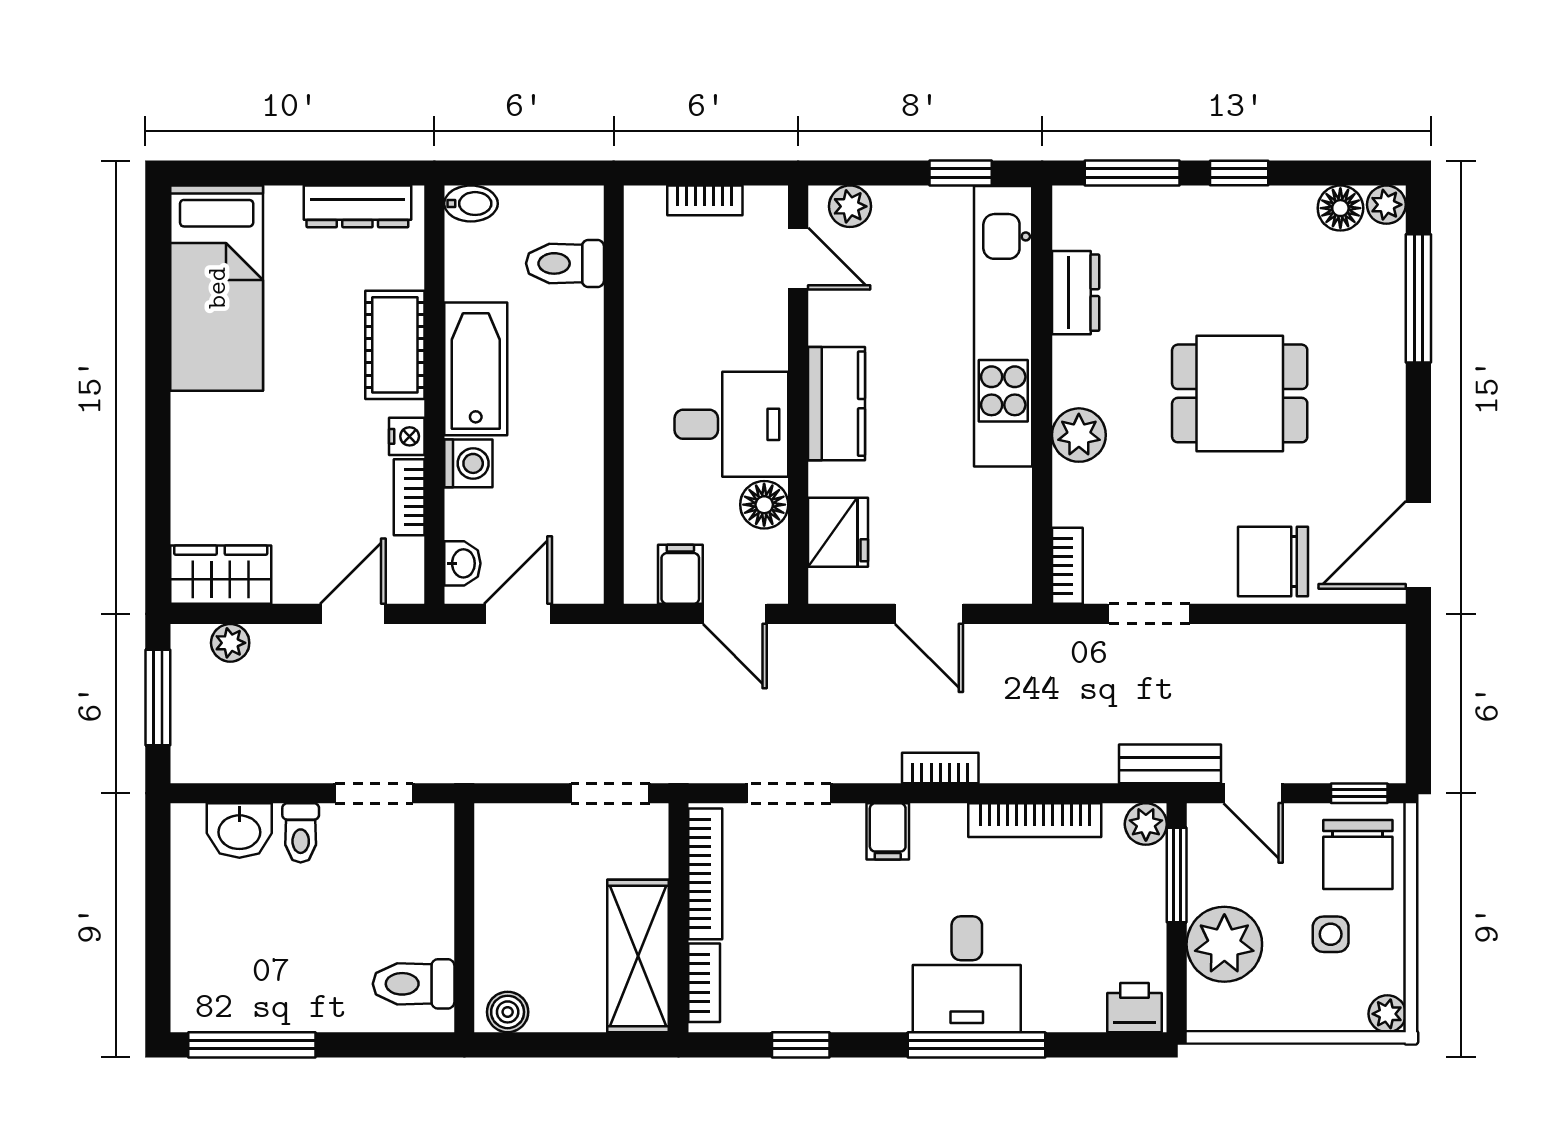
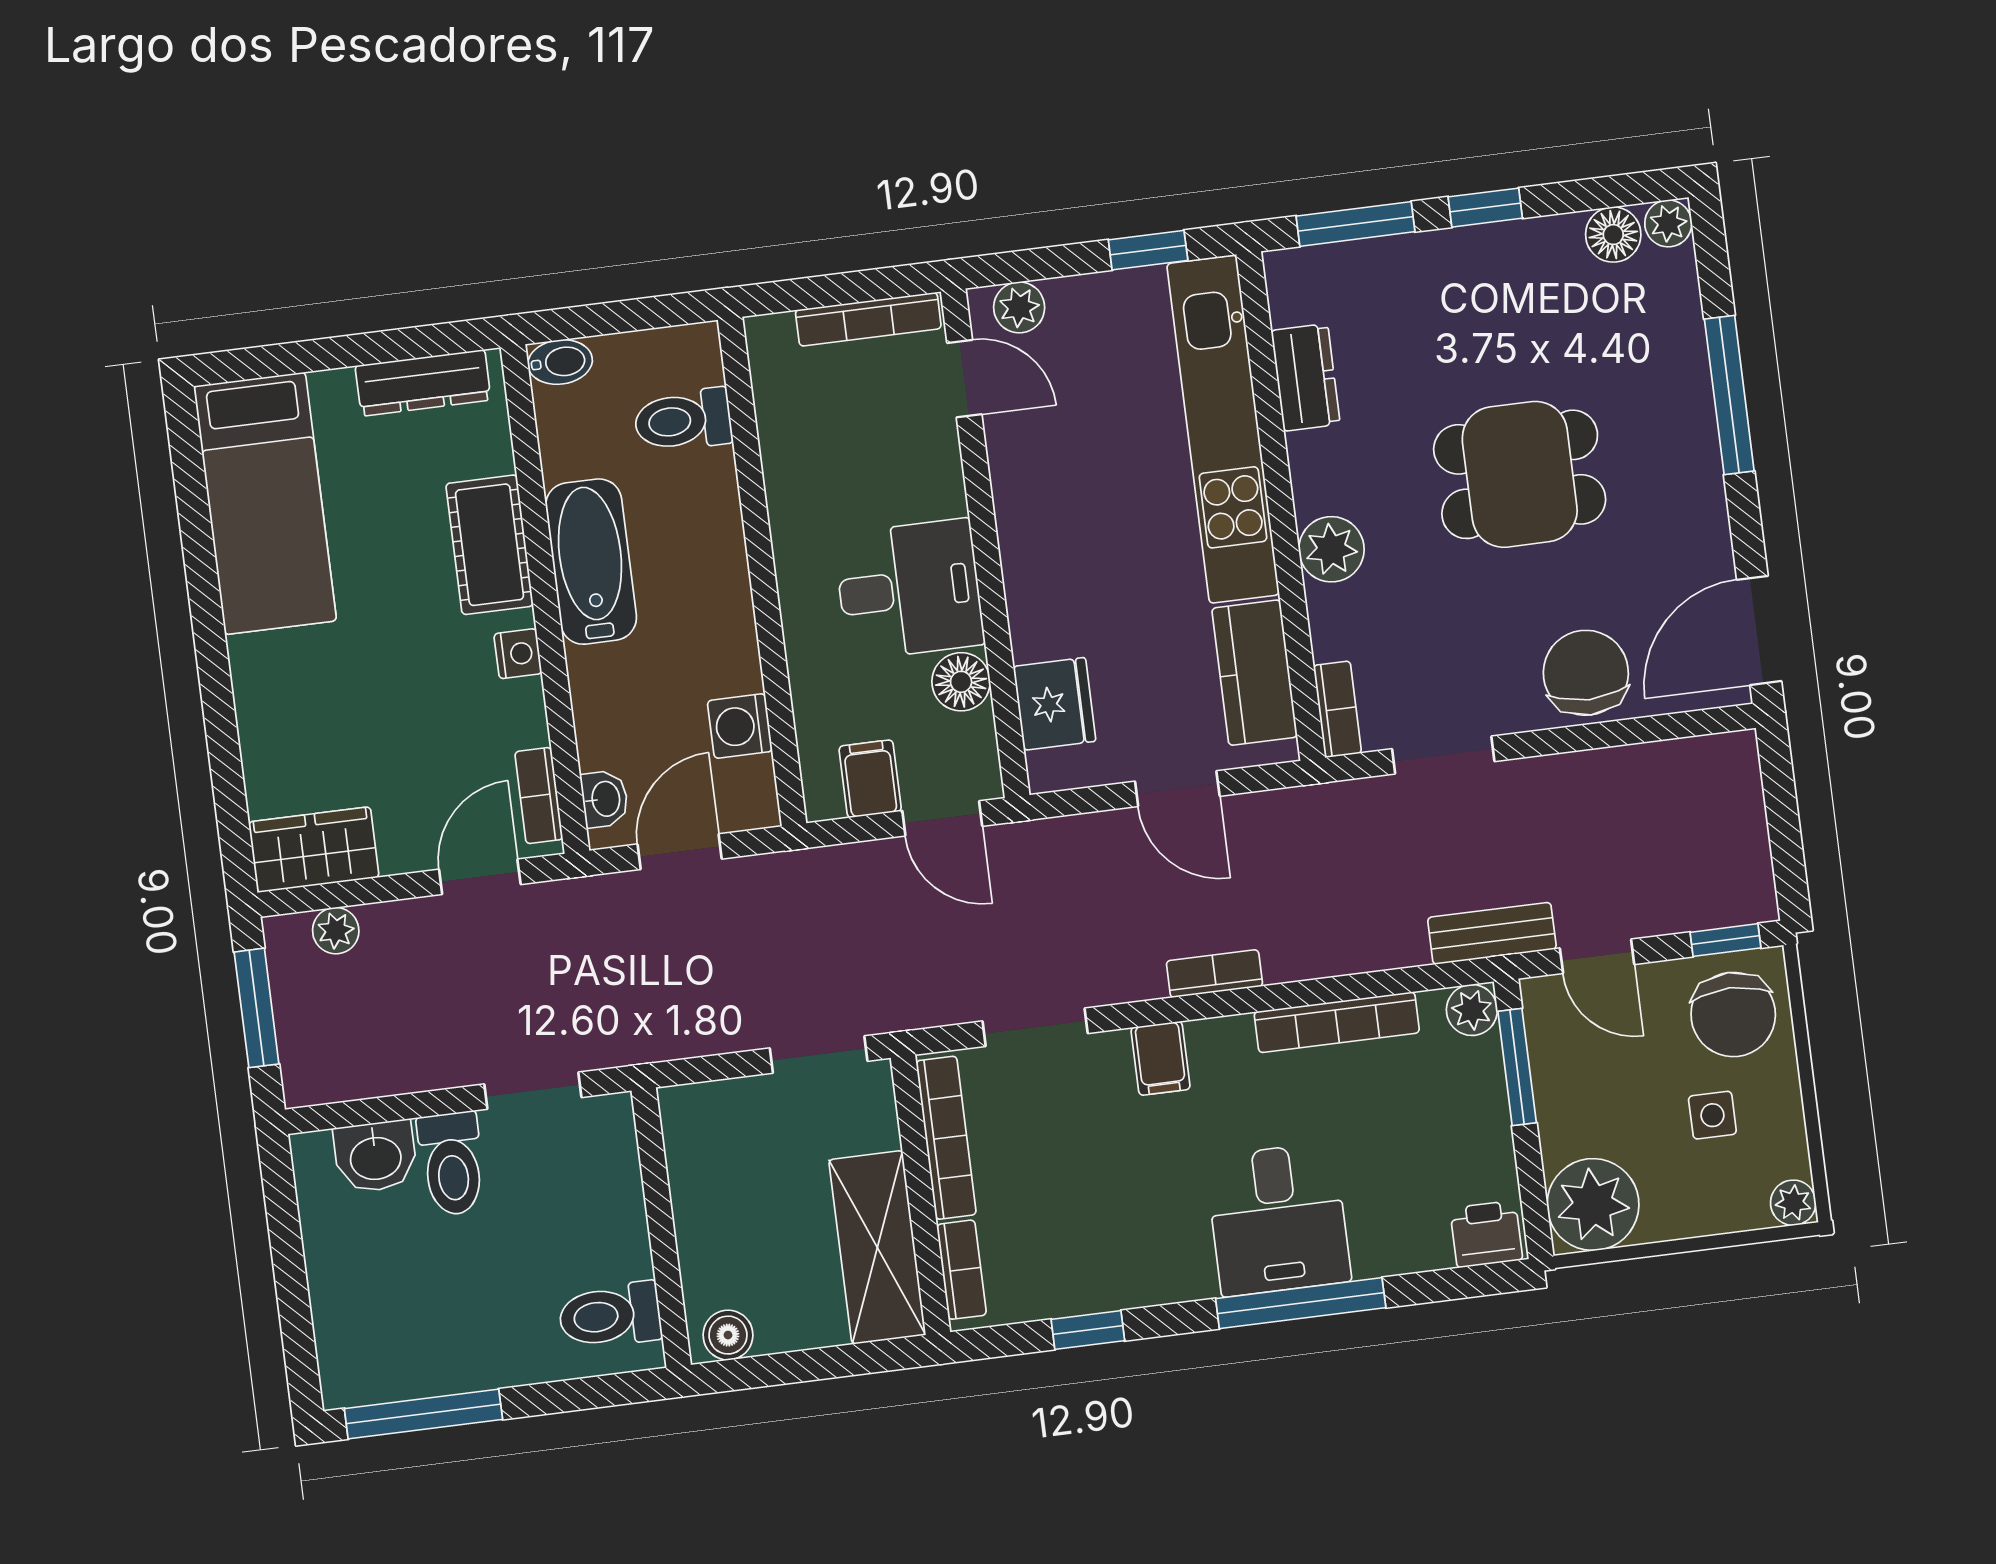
bookcase: (705, 200) -> (868, 319), width x1.56
window: (1418, 298) -> (1729, 395), moved
kitchen counter: (836, 404) -> (1255, 673), moved, turned 180
washing machine: (468, 463) -> (740, 726), moved, turned 180
bookcase: (409, 497) -> (539, 796), moved
chair: (1273, 562) -> (1586, 673), turned 90
toilet: (301, 833) -> (452, 1164), width x1.37, depth x1.39
plant: (1224, 944) -> (1593, 1205), moved

